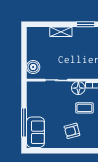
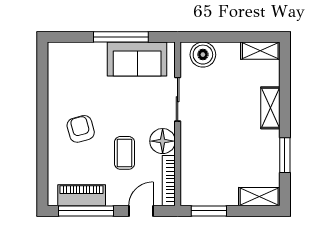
shelving: (31, 37) -> (260, 51), added
window: (24, 122) -> (121, 37), moved
sofa: (35, 132) -> (137, 59), moved

